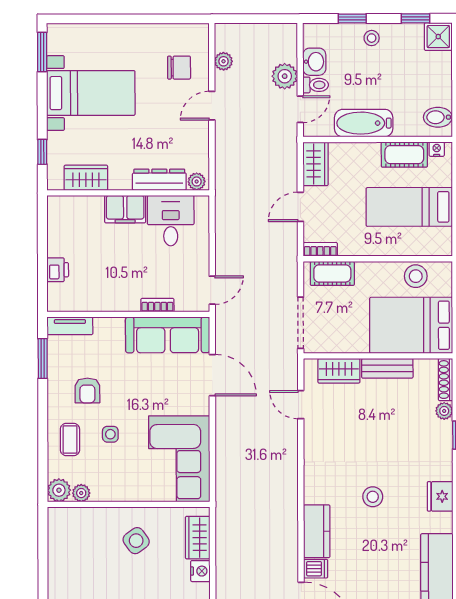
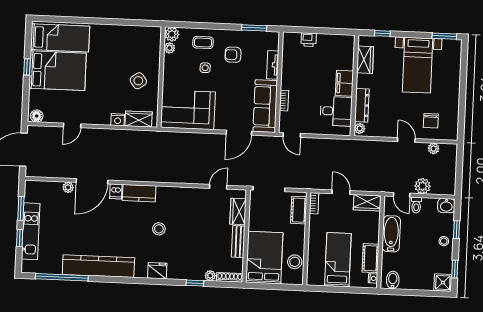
washbasin: (314, 62) -> (446, 206), moved
tv unit: (70, 326) -> (273, 65), moved

